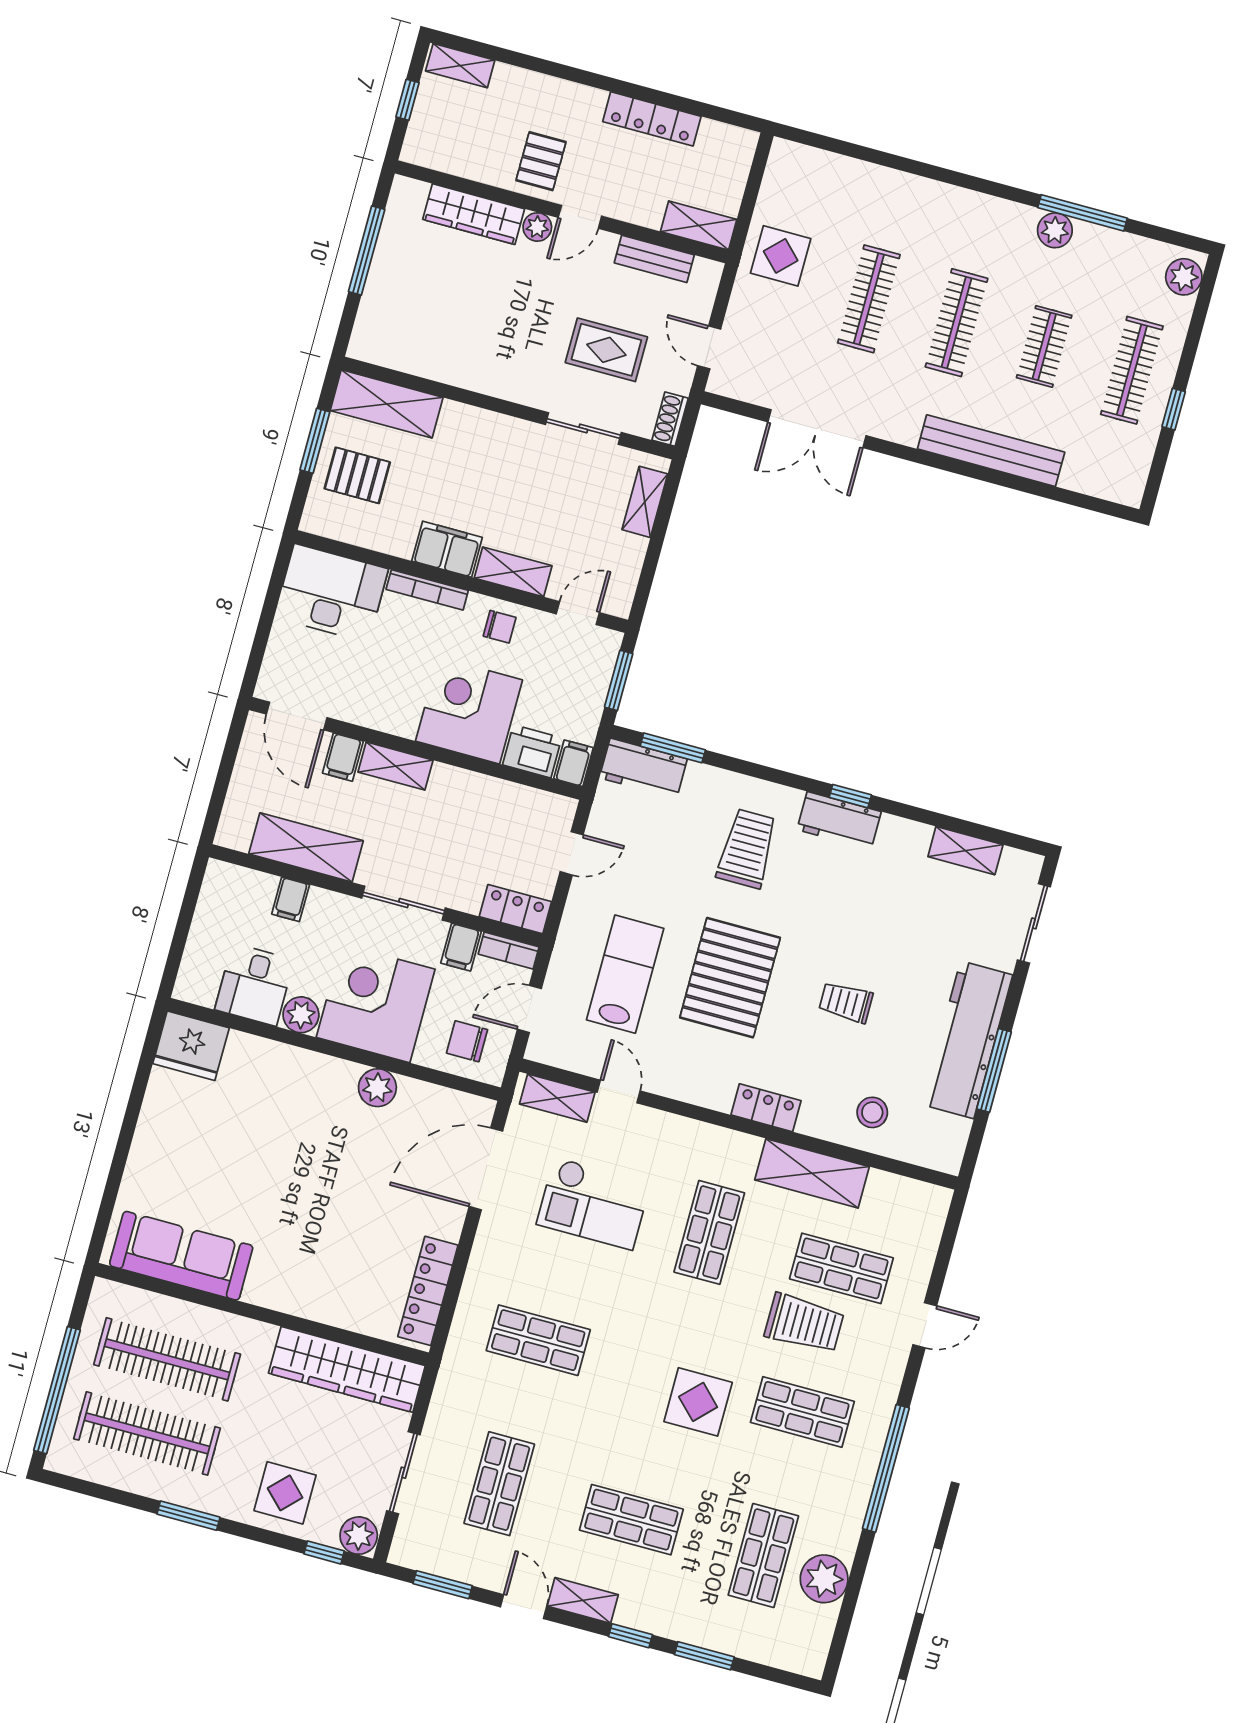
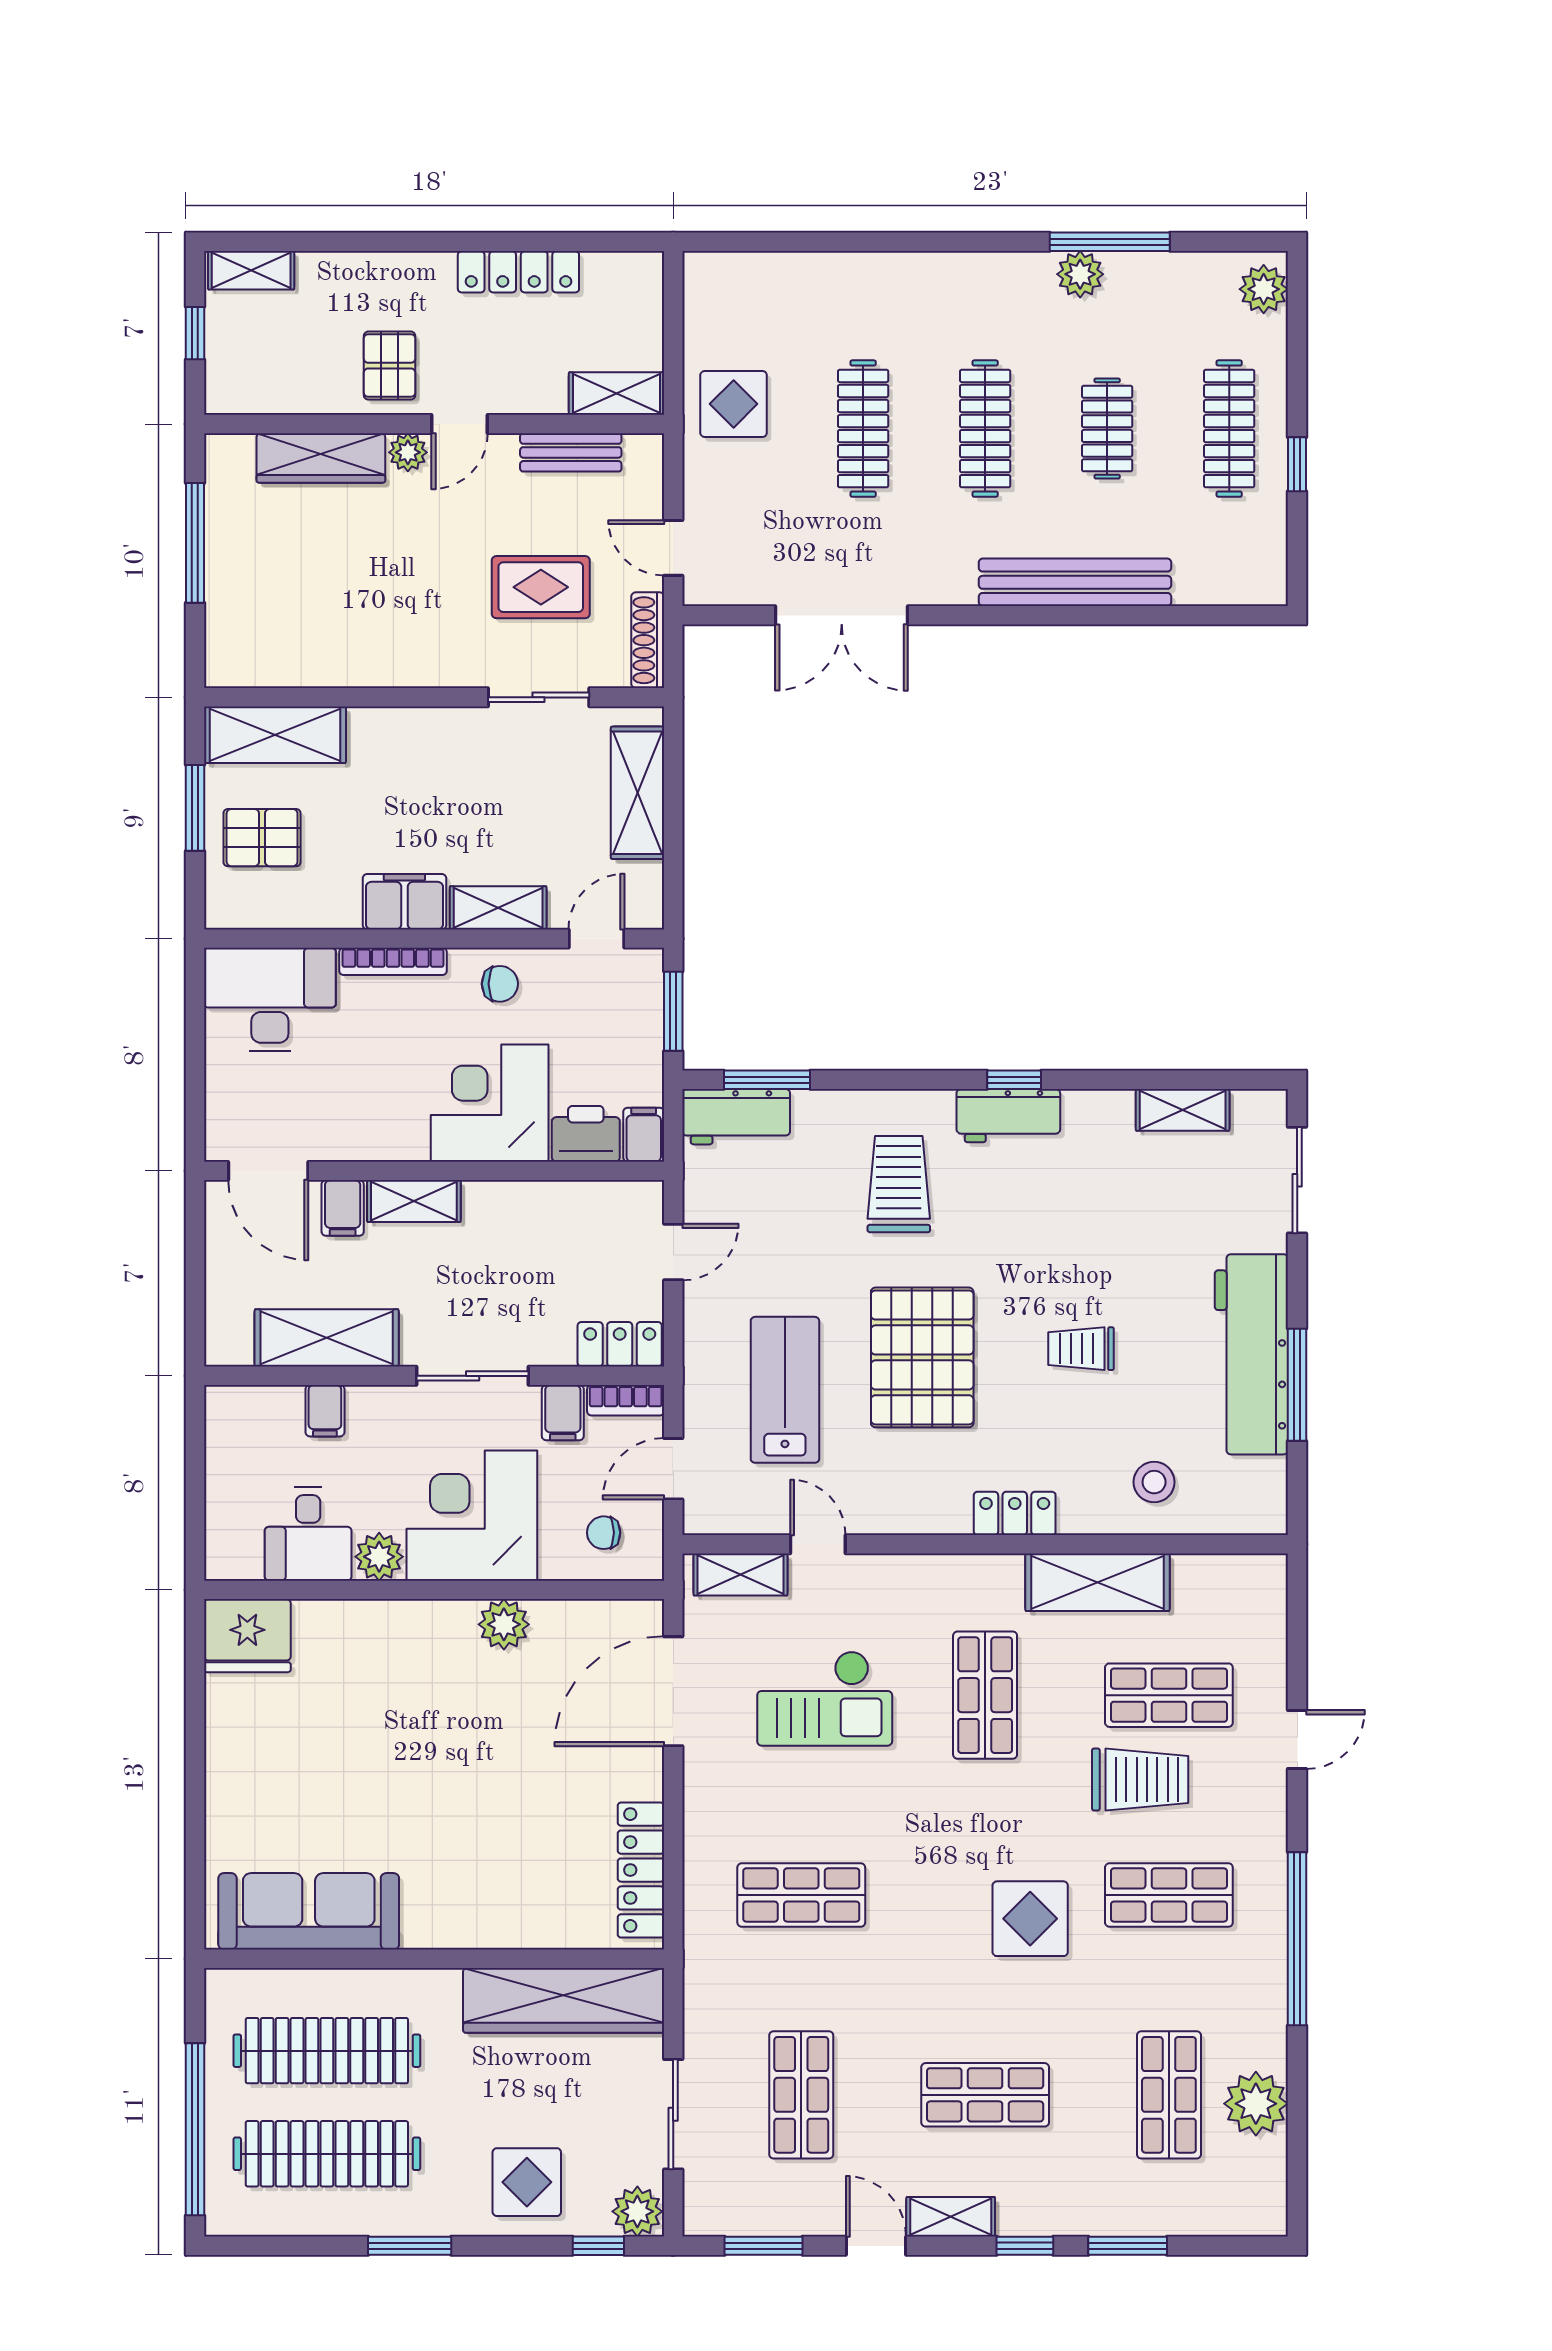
shoe rack: (670, 419) -> (648, 640), width x1.43
shelving: (645, 502) -> (637, 793), width x1.50, depth x1.33
chair: (467, 1041) -> (604, 1533), width x0.73, depth x0.73

